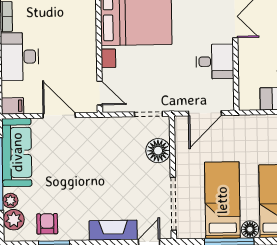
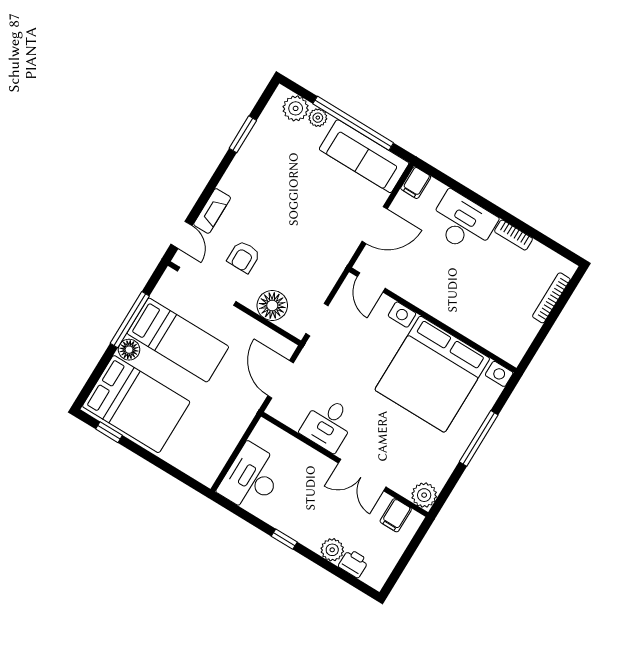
door: (100, 93) -> (371, 282), hinge flipped
armchair: (47, 224) -> (244, 257), moved, turned 90
fireplace: (113, 230) -> (212, 211), width x0.73, depth x0.76

